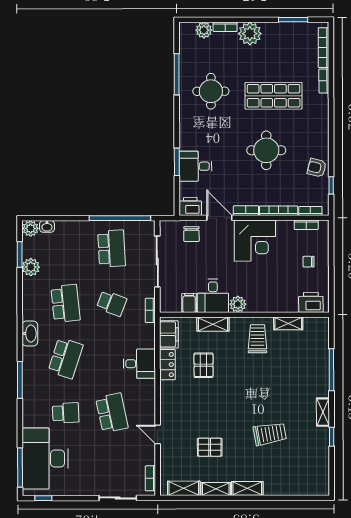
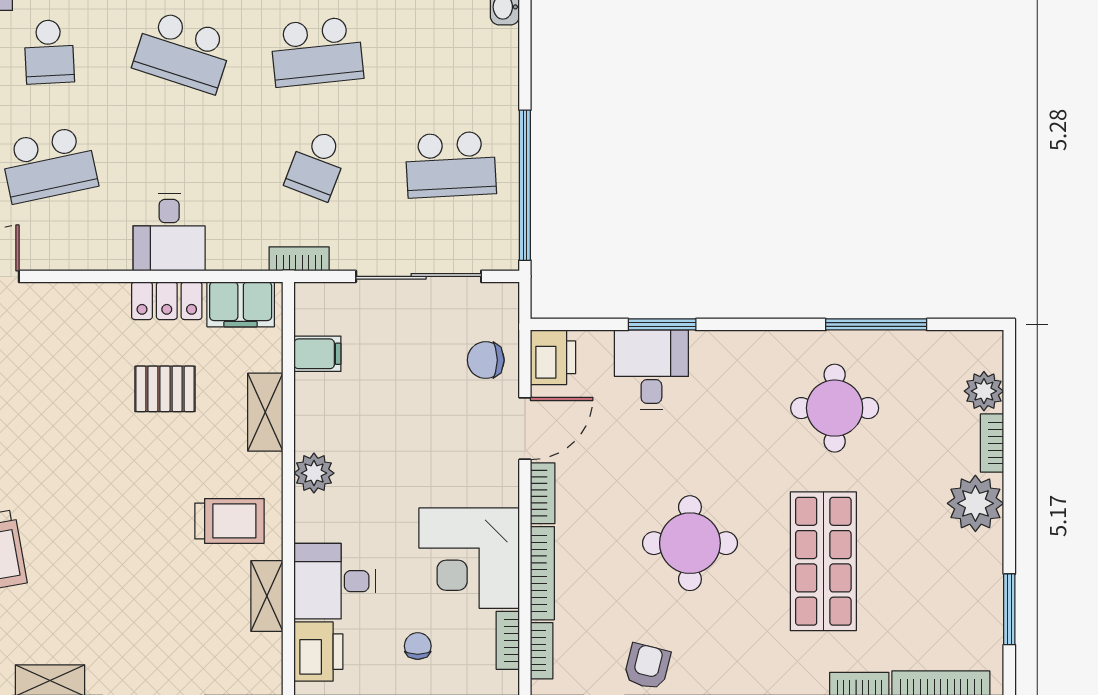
corner desk: (255, 241) -> (469, 558), moved
desk: (213, 296) -> (335, 581), moved

